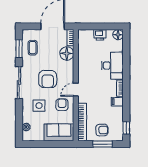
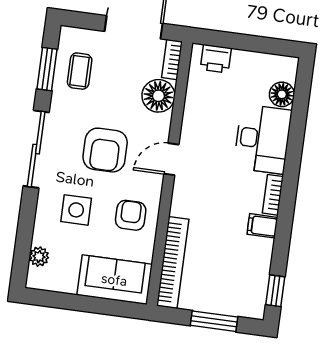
printer: (100, 35) -> (216, 59), moved
floor lamp: (118, 35) -> (282, 94), moved
door: (76, 90) -> (171, 159), moved
armchair: (102, 130) -> (217, 288), removed

